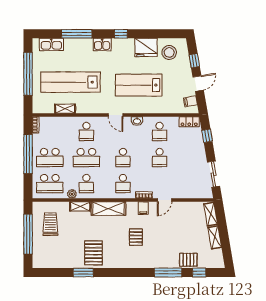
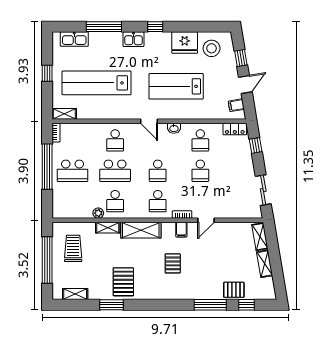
window: (28, 74) -> (47, 73), width x0.32
shelving: (65, 109) -> (64, 114), moved
school desk: (50, 184) -> (72, 201), removed
shelving: (52, 263) -> (75, 294), added

